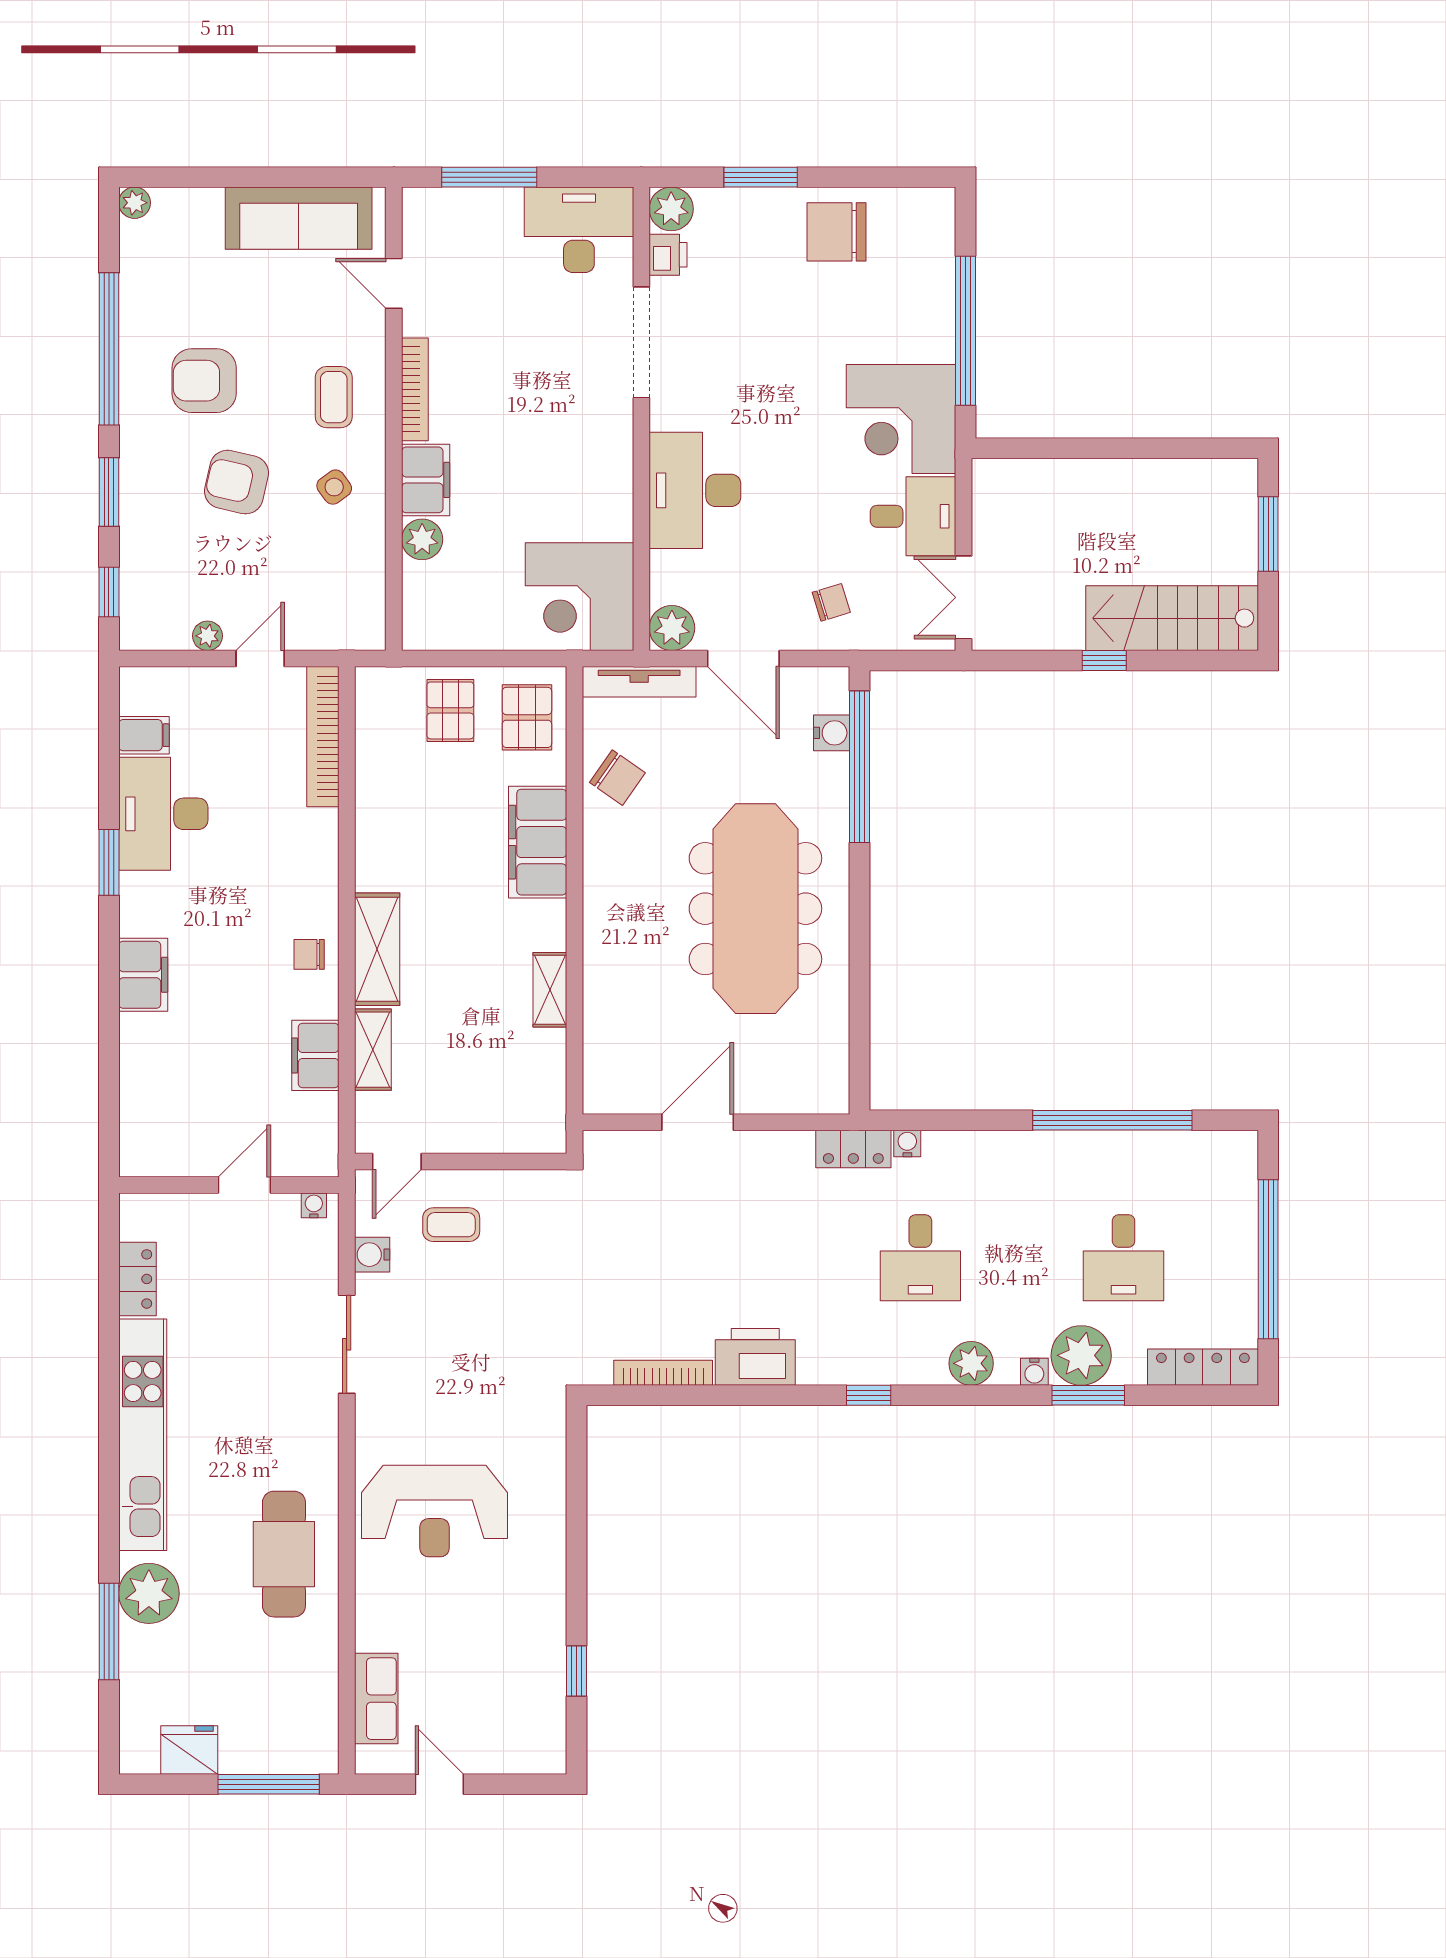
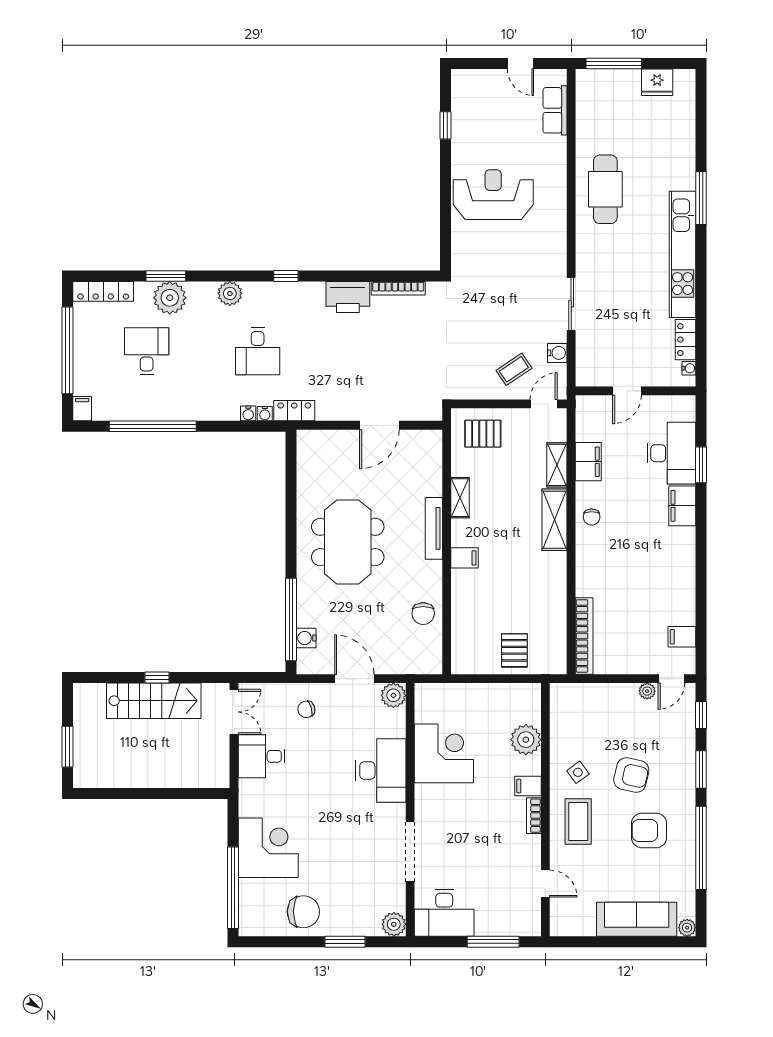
sofa: (299, 218) -> (637, 919), moved
printer: (668, 255) -> (396, 899), removed
window: (966, 331) -> (233, 888), moved
armchair: (204, 381) -> (649, 830), turned 180
bookcase: (415, 389) -> (534, 816), width x0.64
coffee table: (334, 397) -> (578, 821), width x1.36, depth x1.30
corner desk: (901, 419) -> (268, 848), moved
filing cabinet: (426, 480) -> (528, 786), width x0.50
plant: (422, 539) -> (526, 740), width x1.36, depth x1.36
corner desk: (579, 597) -> (444, 753), moved
stairs: (1172, 618) -> (154, 701), moved
door: (260, 658) -> (671, 679), moved
tv unit: (639, 682) -> (434, 528), moved, turned -90
pallet: (527, 717) -> (483, 434), moved, turned 90
chair: (617, 778) -> (423, 614), turned -125
desk: (163, 814) -> (671, 453), moved
filing cabinet: (538, 842) -> (464, 558), width x0.33, depth x0.86
window: (109, 862) -> (701, 465), moved
meeting table: (755, 909) -> (348, 542), width x0.73
chair: (309, 954) -> (592, 517), turned 90
filing cabinet: (1241, 1153) -> (82, 409), added
water cooler: (314, 1205) -> (689, 368), moved, turned -90
coffee table: (451, 1225) -> (514, 369), turned -34
desk: (920, 1258) -> (258, 351), turned 180
water cooler: (1034, 1372) -> (248, 413), moved, turned 180
reception desk: (434, 1511) -> (493, 195), moved
plant: (149, 1593) -> (679, 168), removed
window: (109, 1632) -> (701, 198), moved

